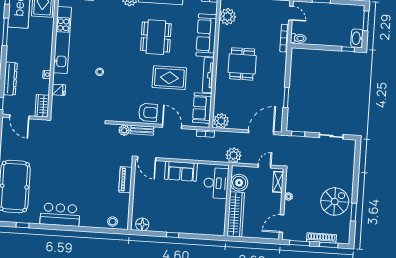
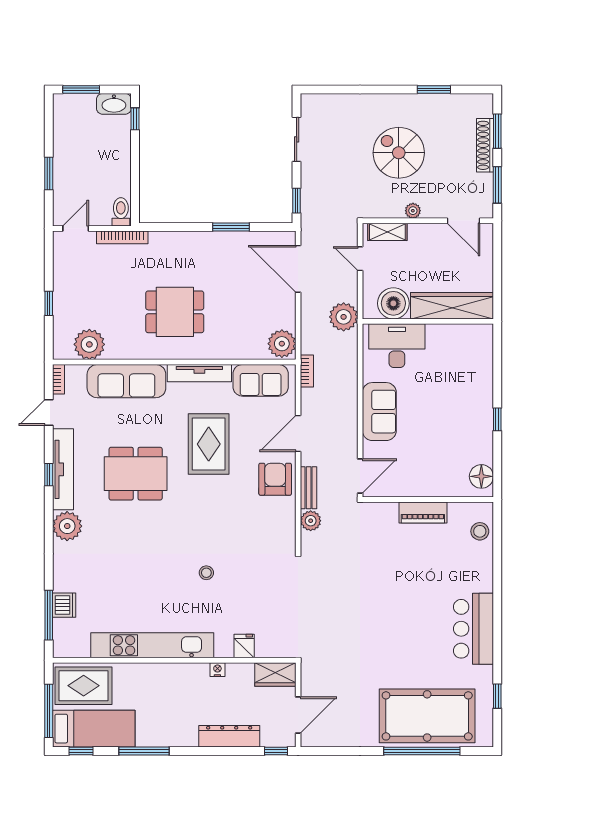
piano: (125, 180) -> (423, 513), moved
spiral stairs: (335, 202) -> (399, 153), moved

